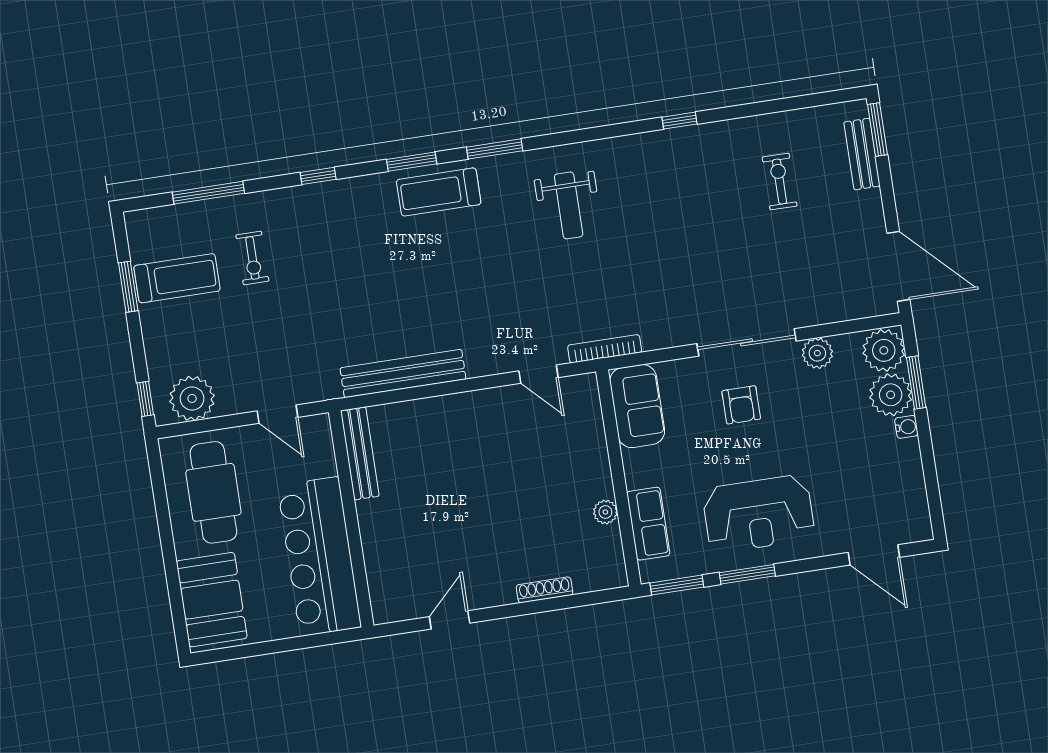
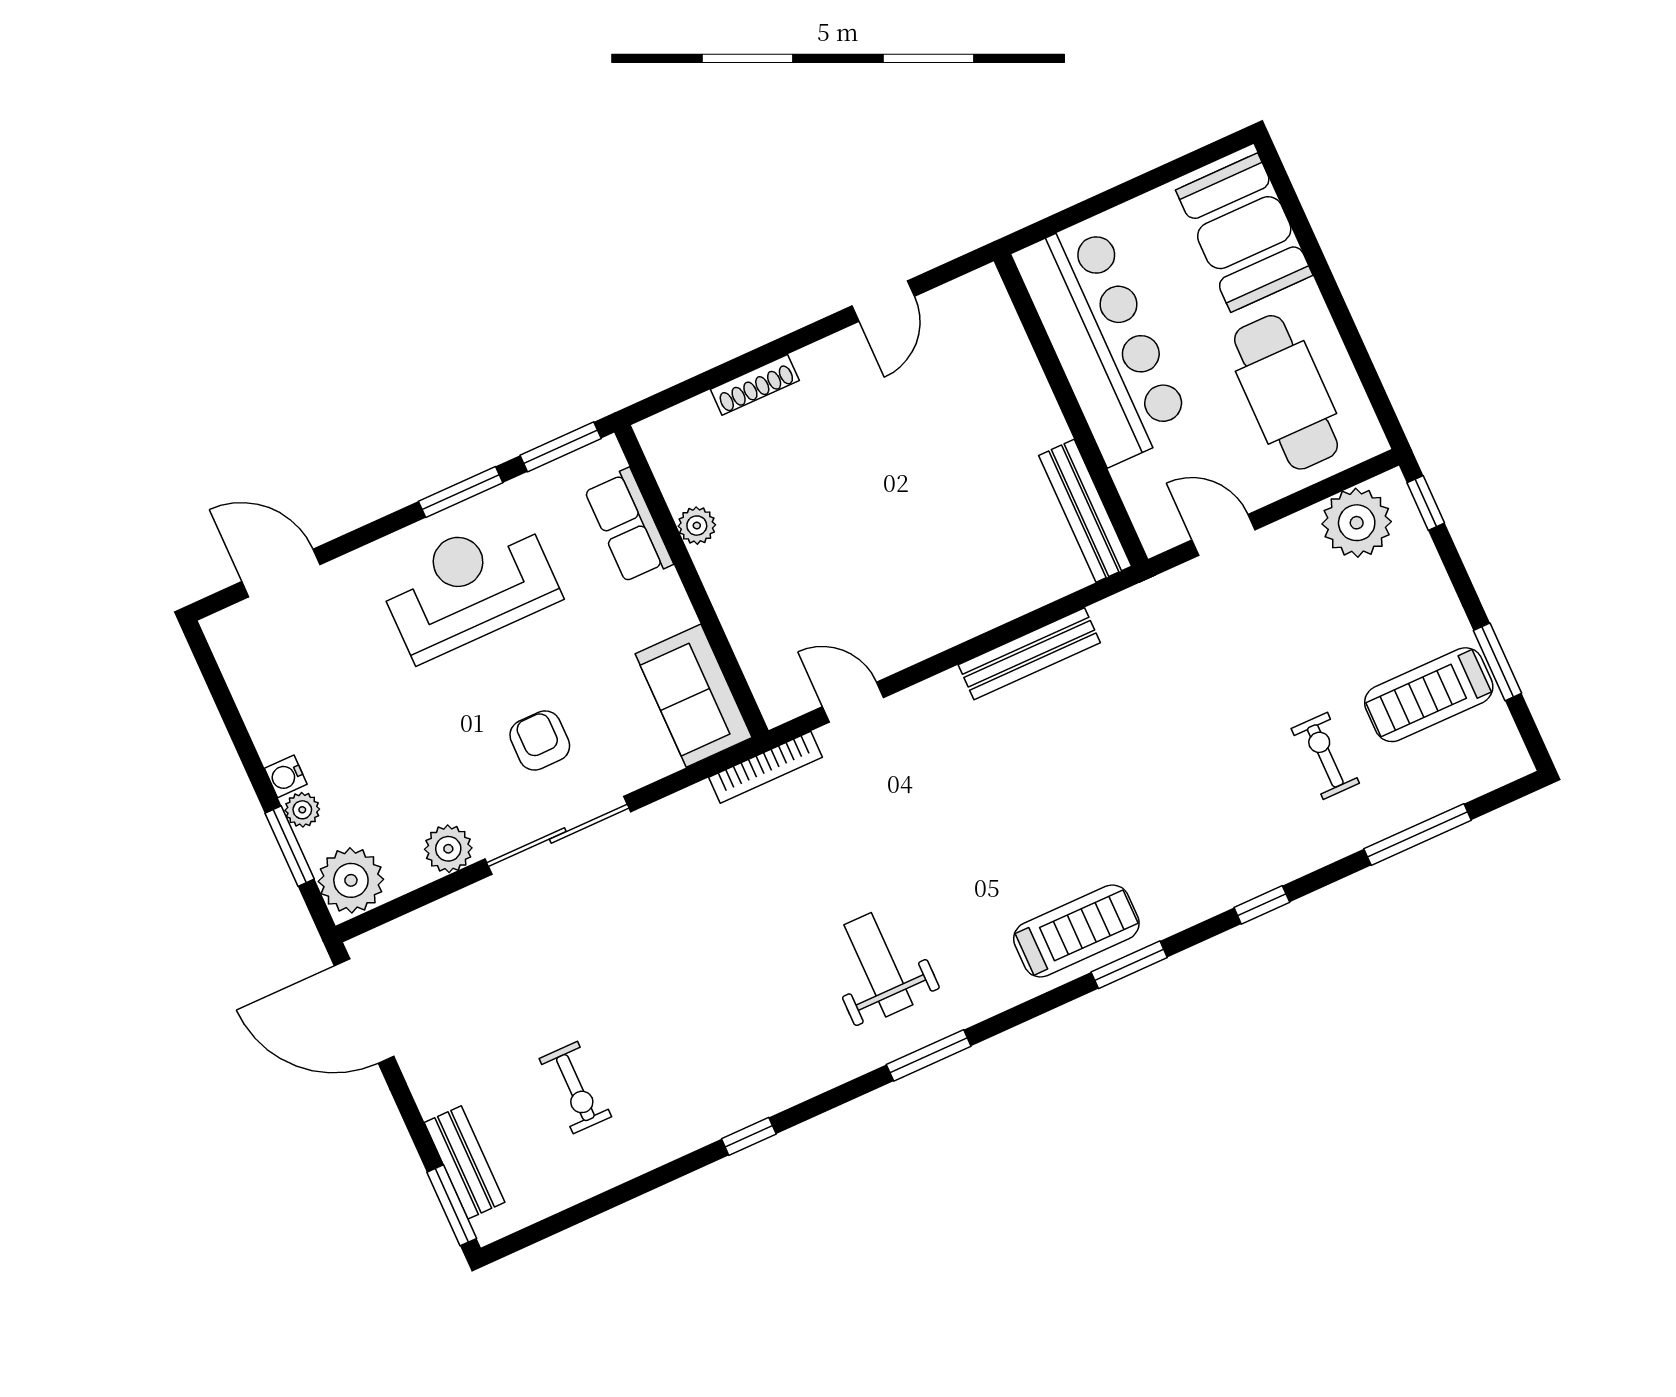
window: (495, 149) -> (929, 1055), moved
bench: (403, 374) -> (1029, 654), width x0.73, depth x0.82
plant: (891, 395) -> (302, 810), width x0.53, depth x0.53

